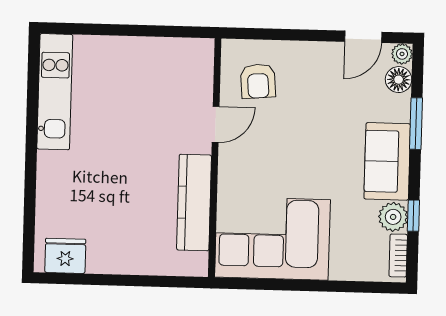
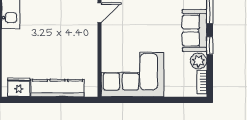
kitchen counter: (194, 203) -> (57, 88), moved, turned 90
window: (413, 216) -> (210, 46), moved

